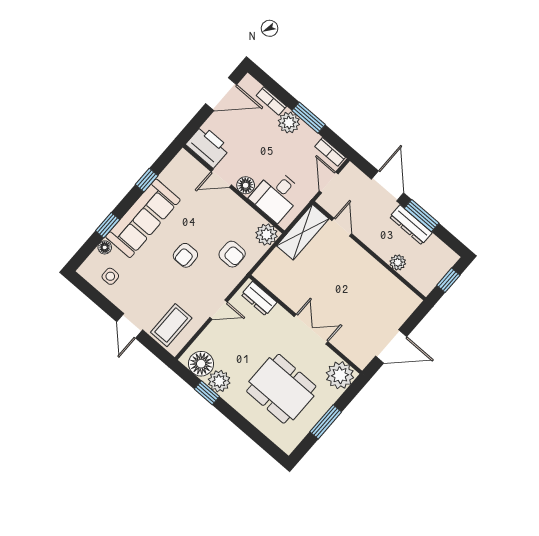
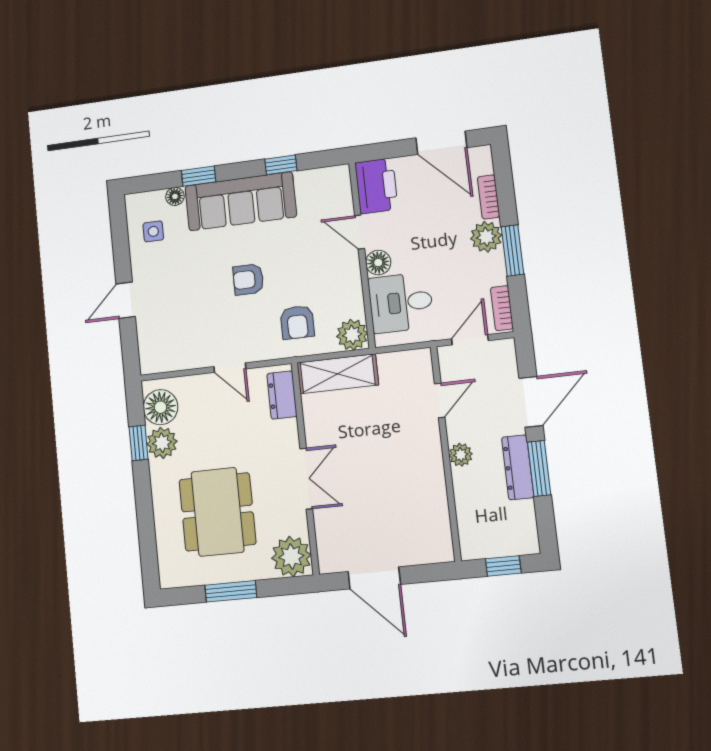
shelving: (303, 232) -> (338, 374), moved
plant: (398, 262) -> (461, 455), moved
coffee table: (171, 325) -> (167, 339), removed

